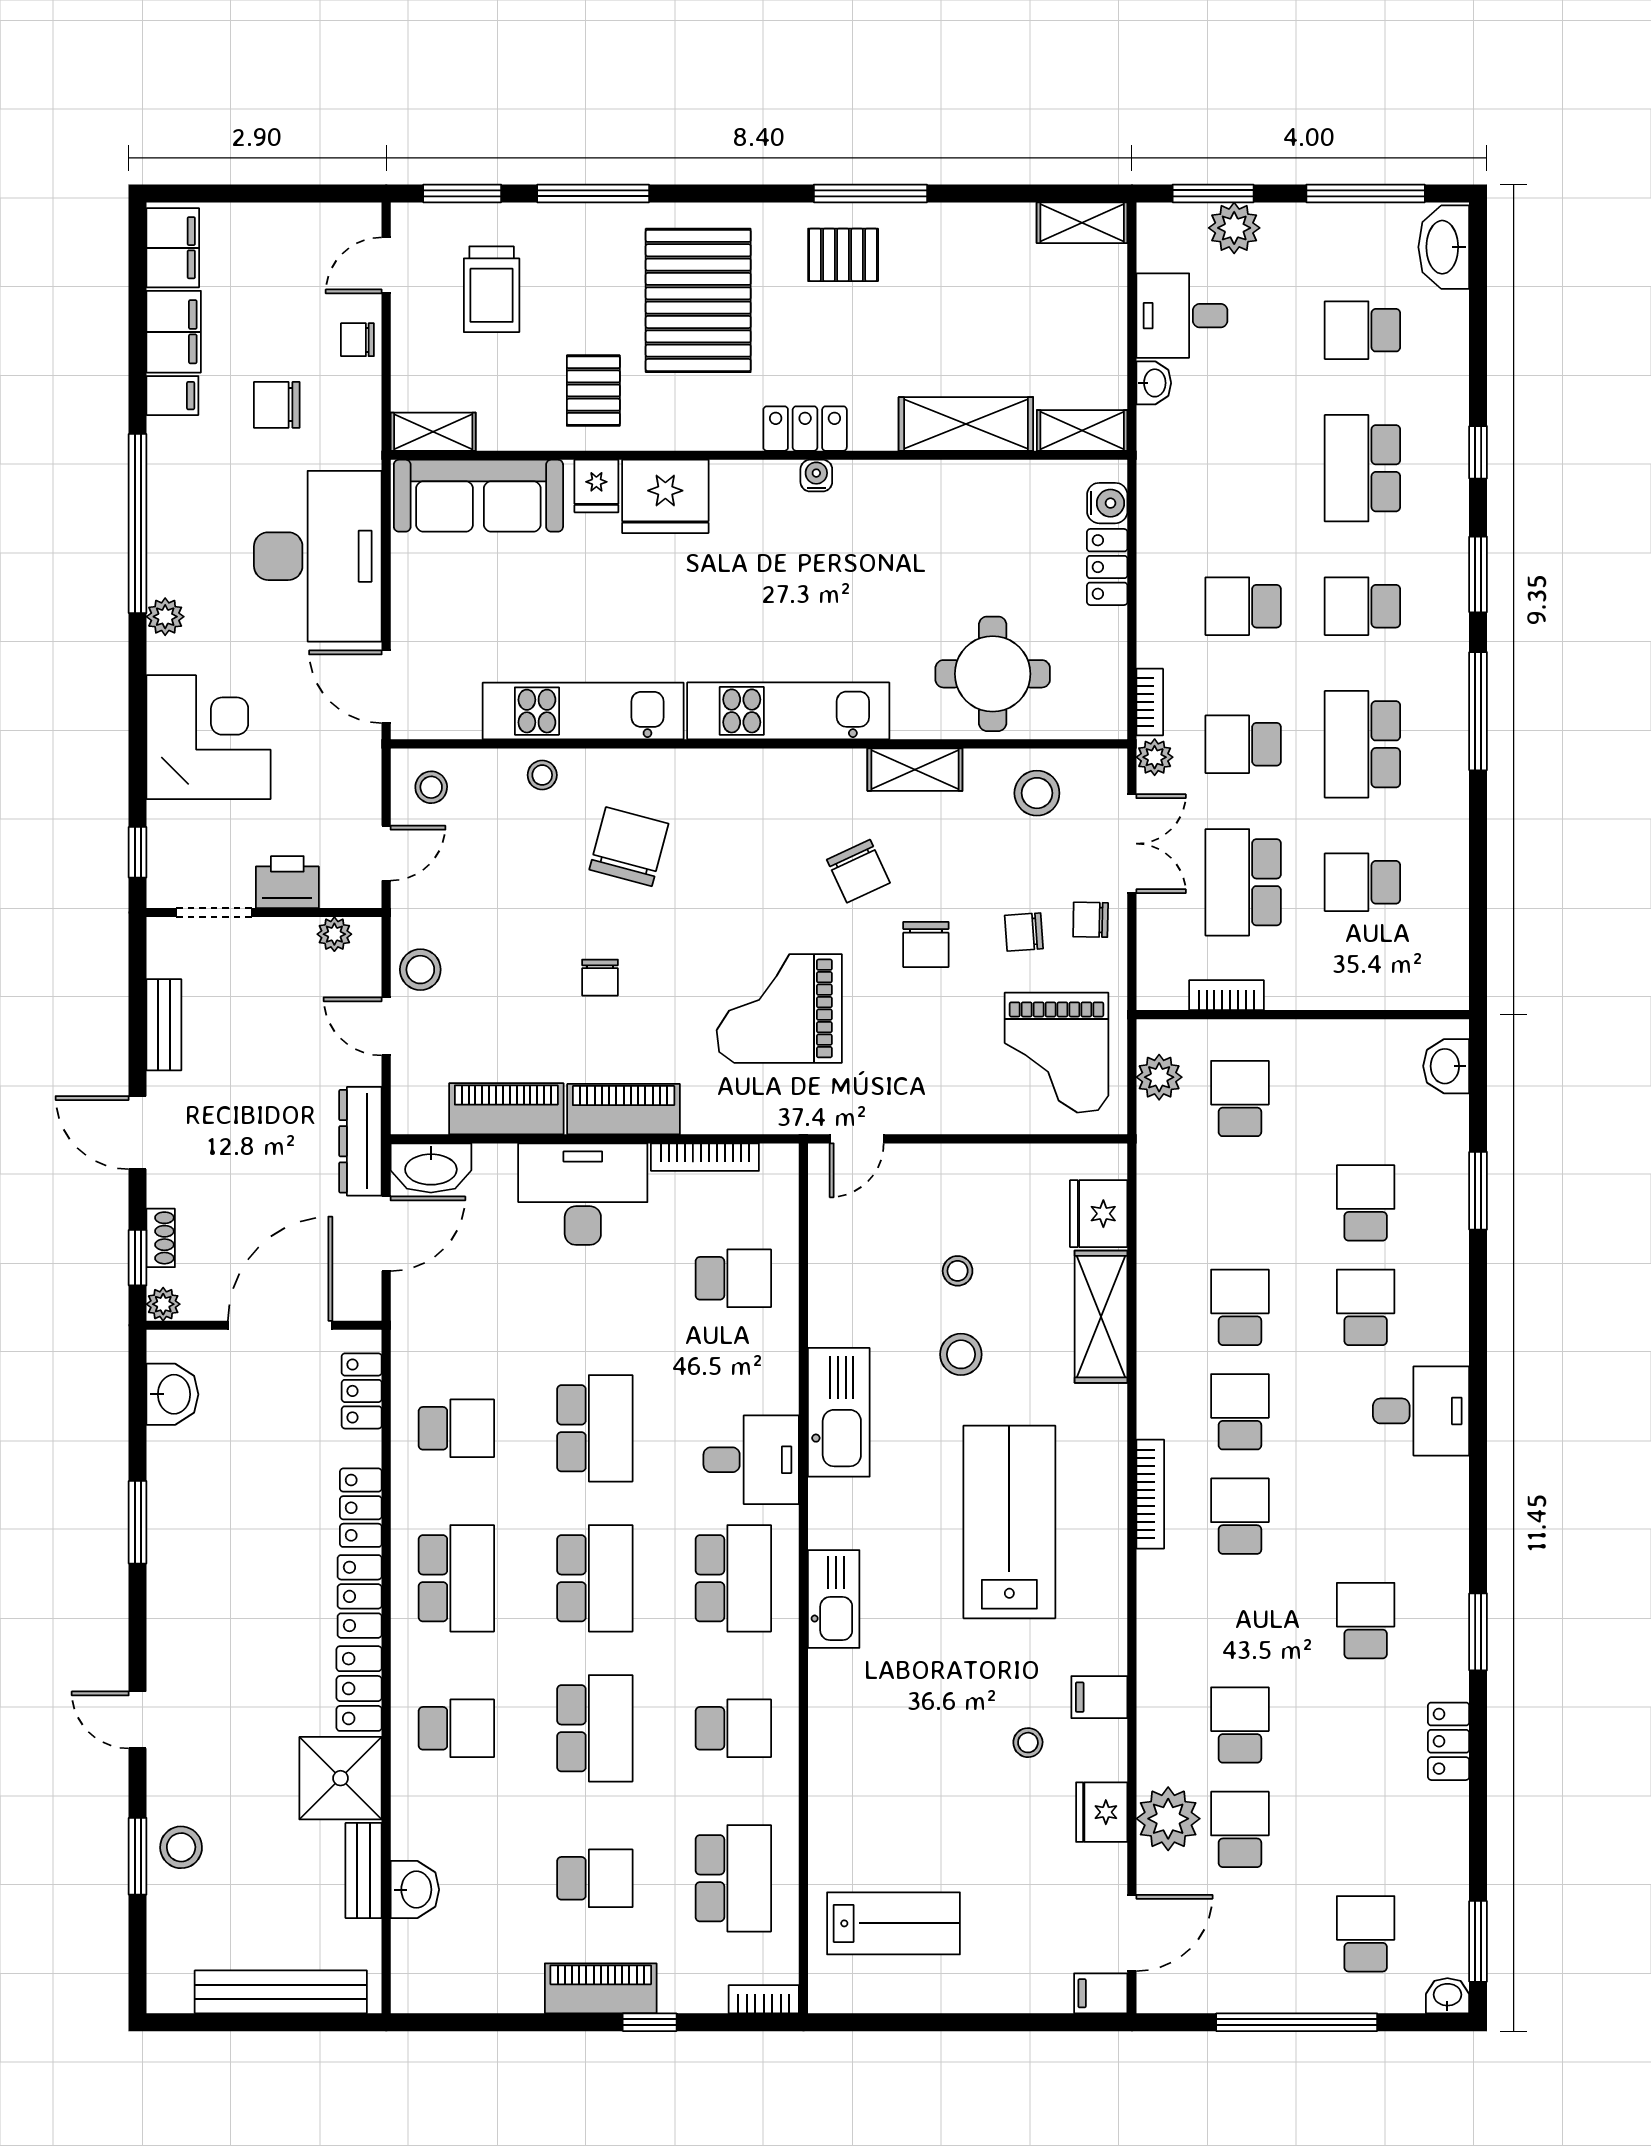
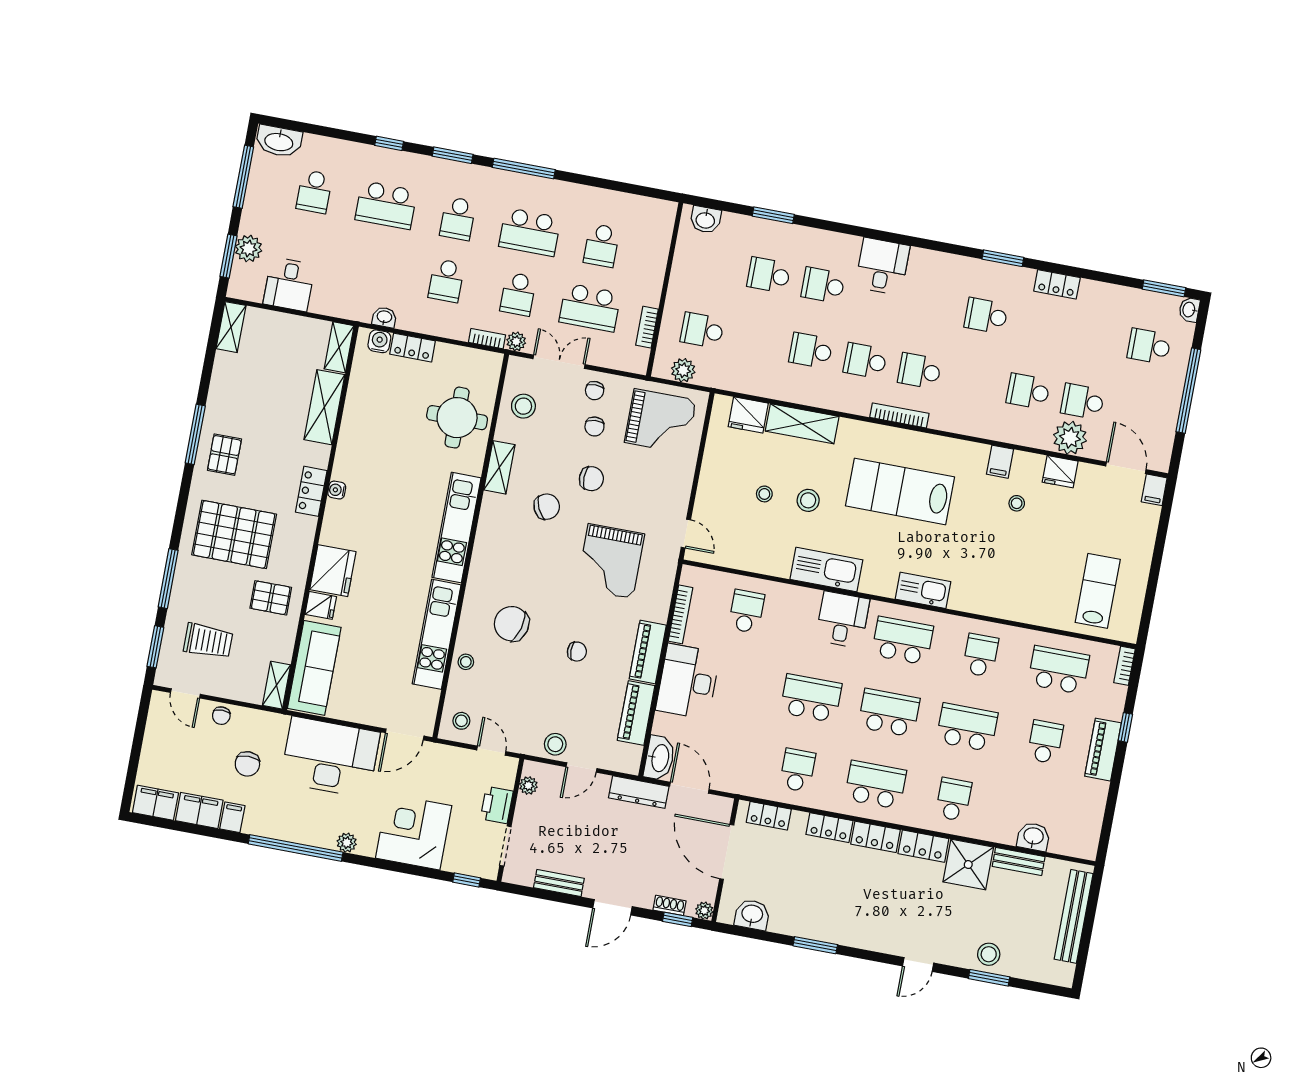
washbasin: (1154, 383) -> (384, 317), moved

